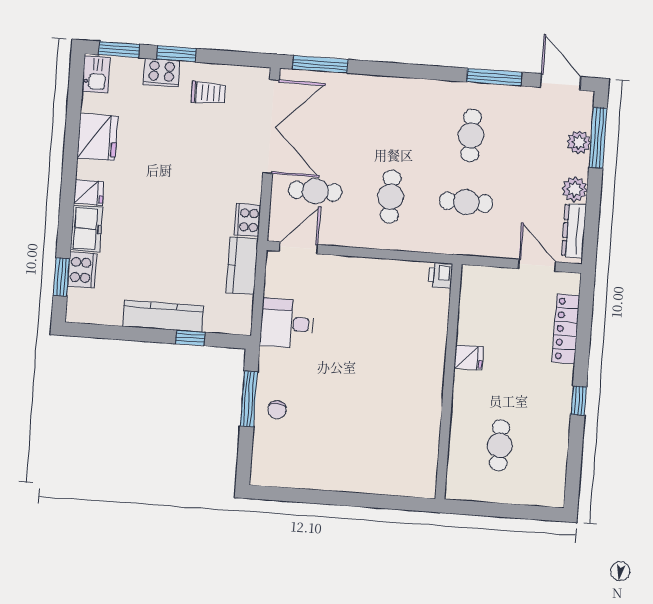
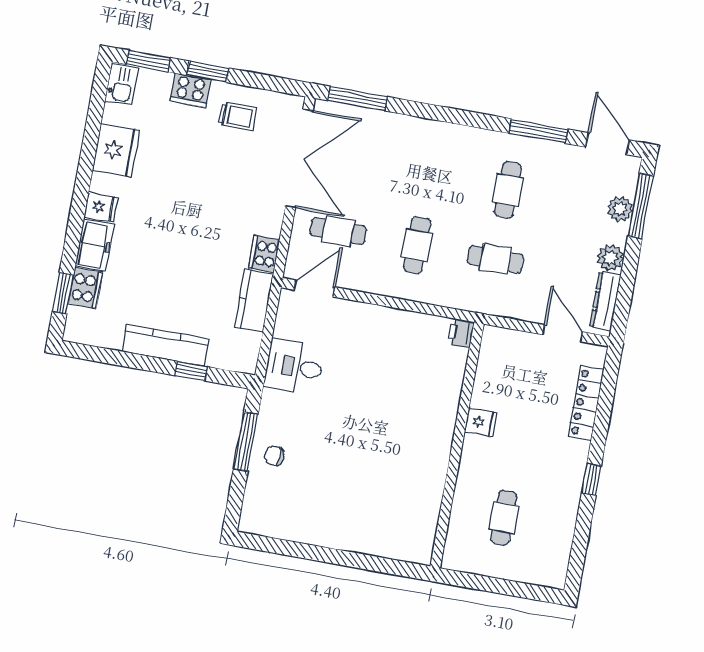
chair: (277, 410) -> (274, 456), turned 93

